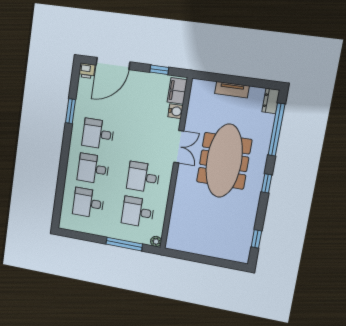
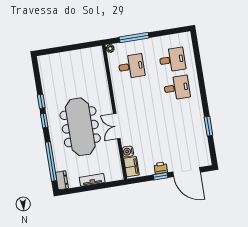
door: (113, 64) -> (186, 172), swing flipped
window: (159, 70) -> (160, 176), moved
printer: (87, 71) -> (161, 168), moved
desk: (98, 134) -> (181, 116), removed
desk: (143, 177) -> (136, 94), removed
window: (256, 239) -> (41, 101), moved

